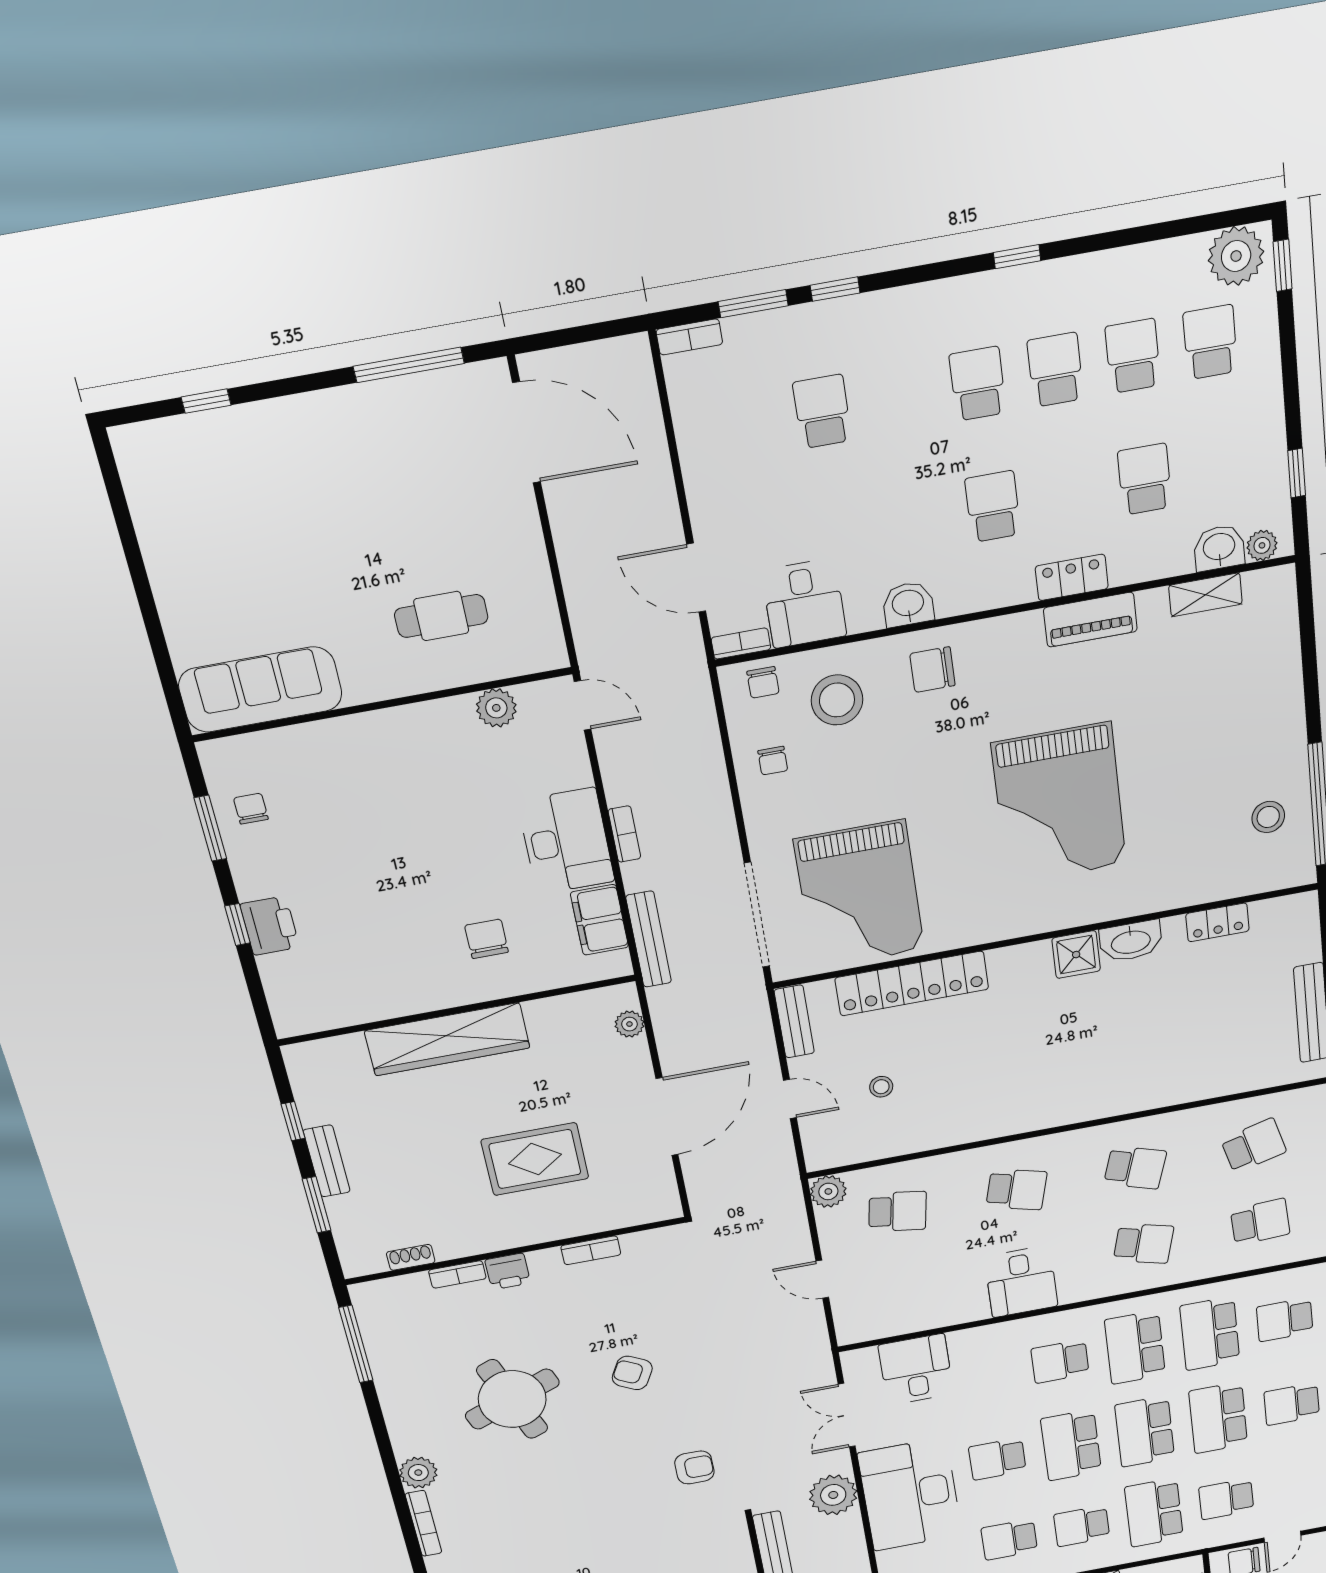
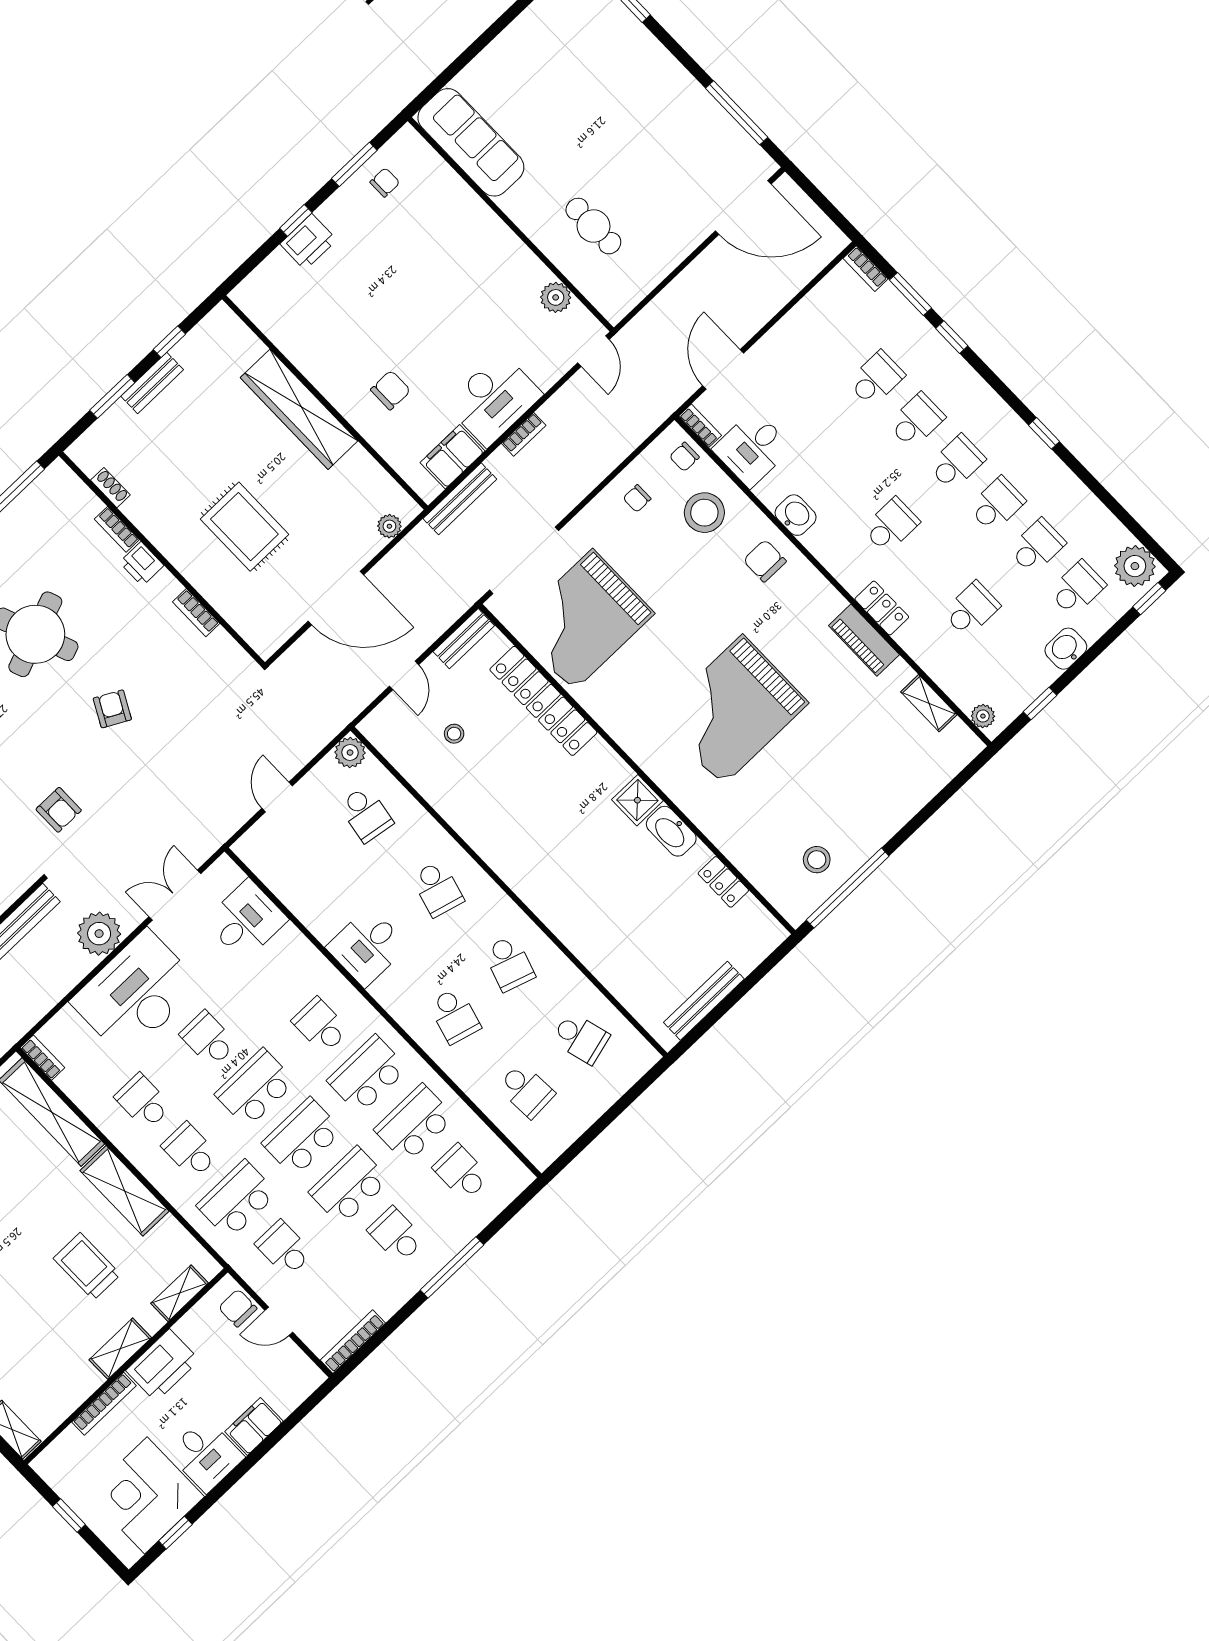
school desk: (900, 398) -> (916, 421), added
door: (527, 432) -> (743, 207), hinge flipped
washbasin: (1219, 548) -> (1066, 649), moved, turned -90

